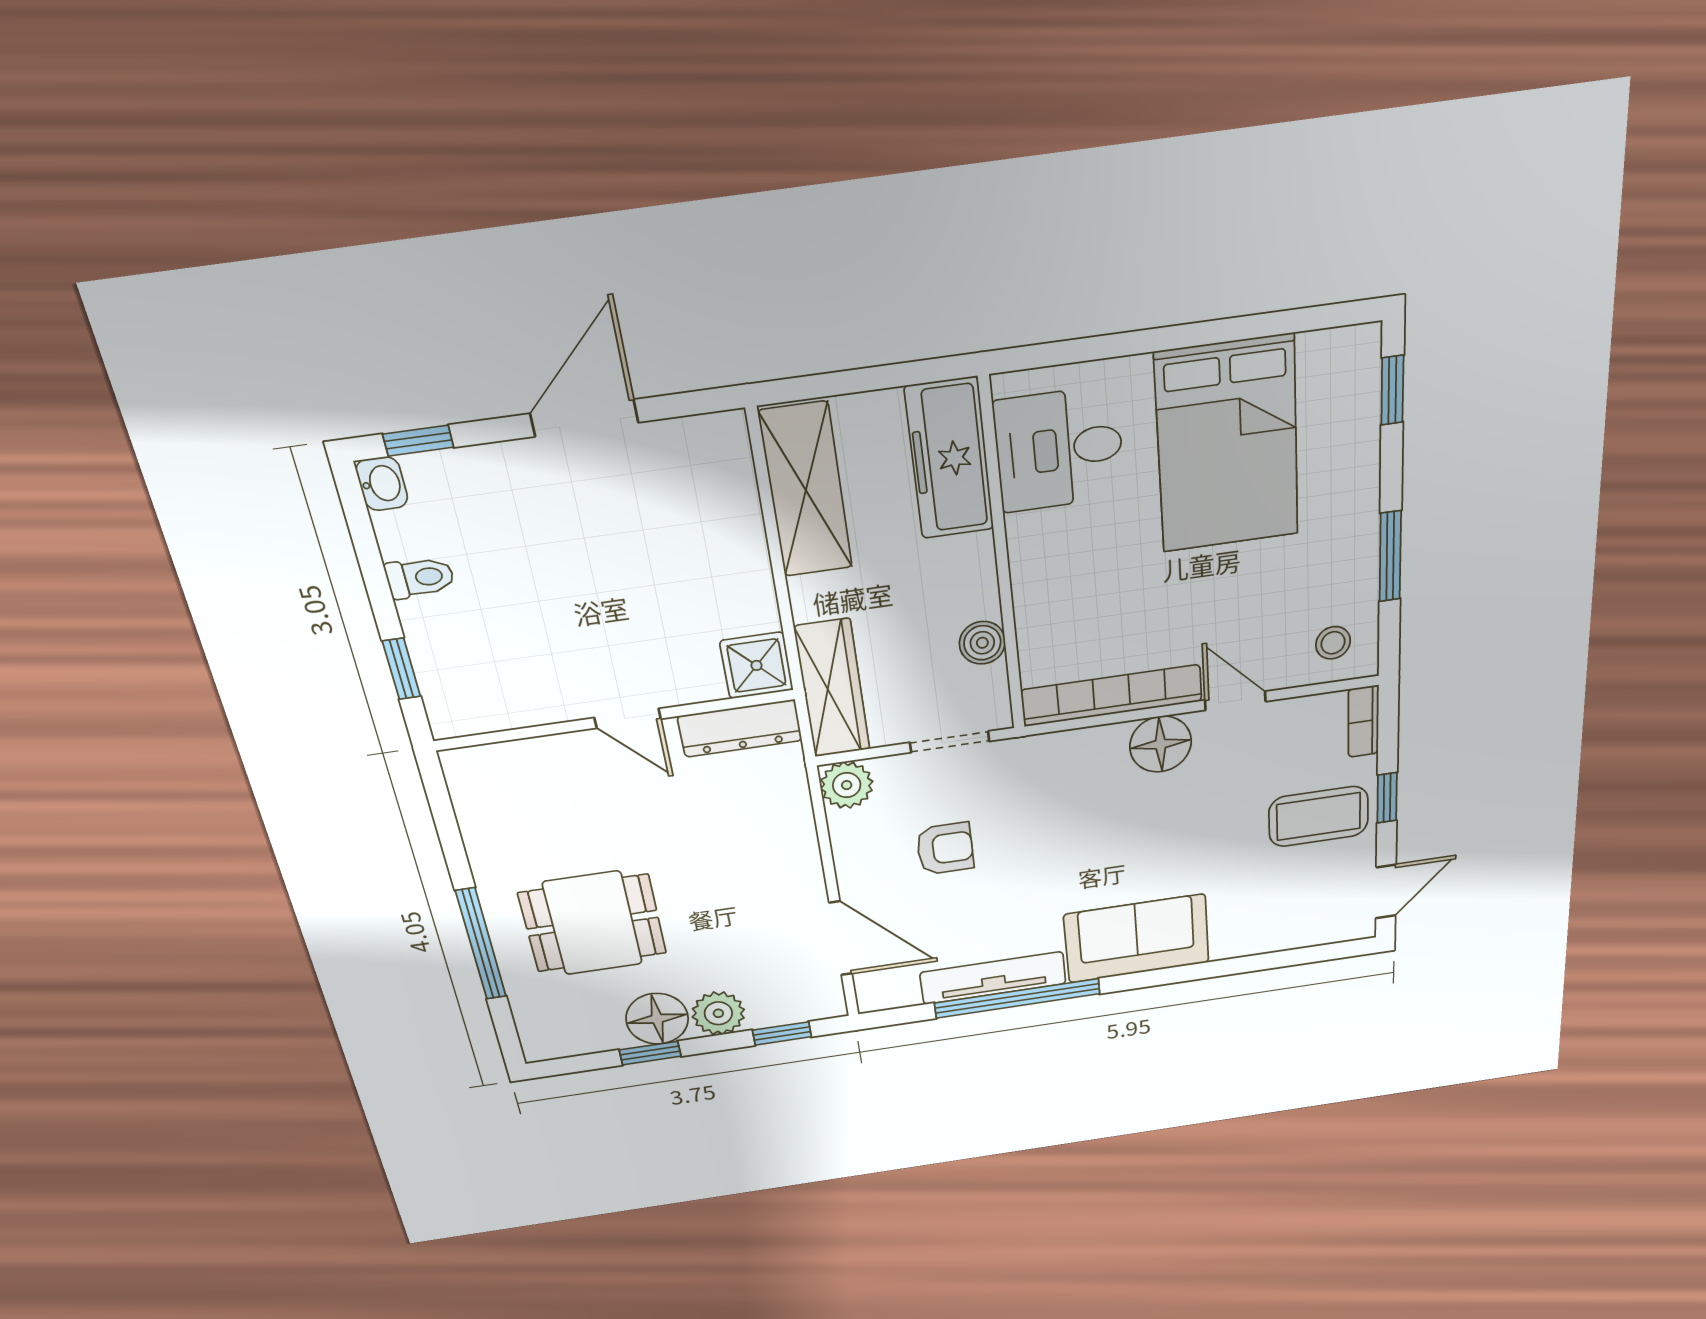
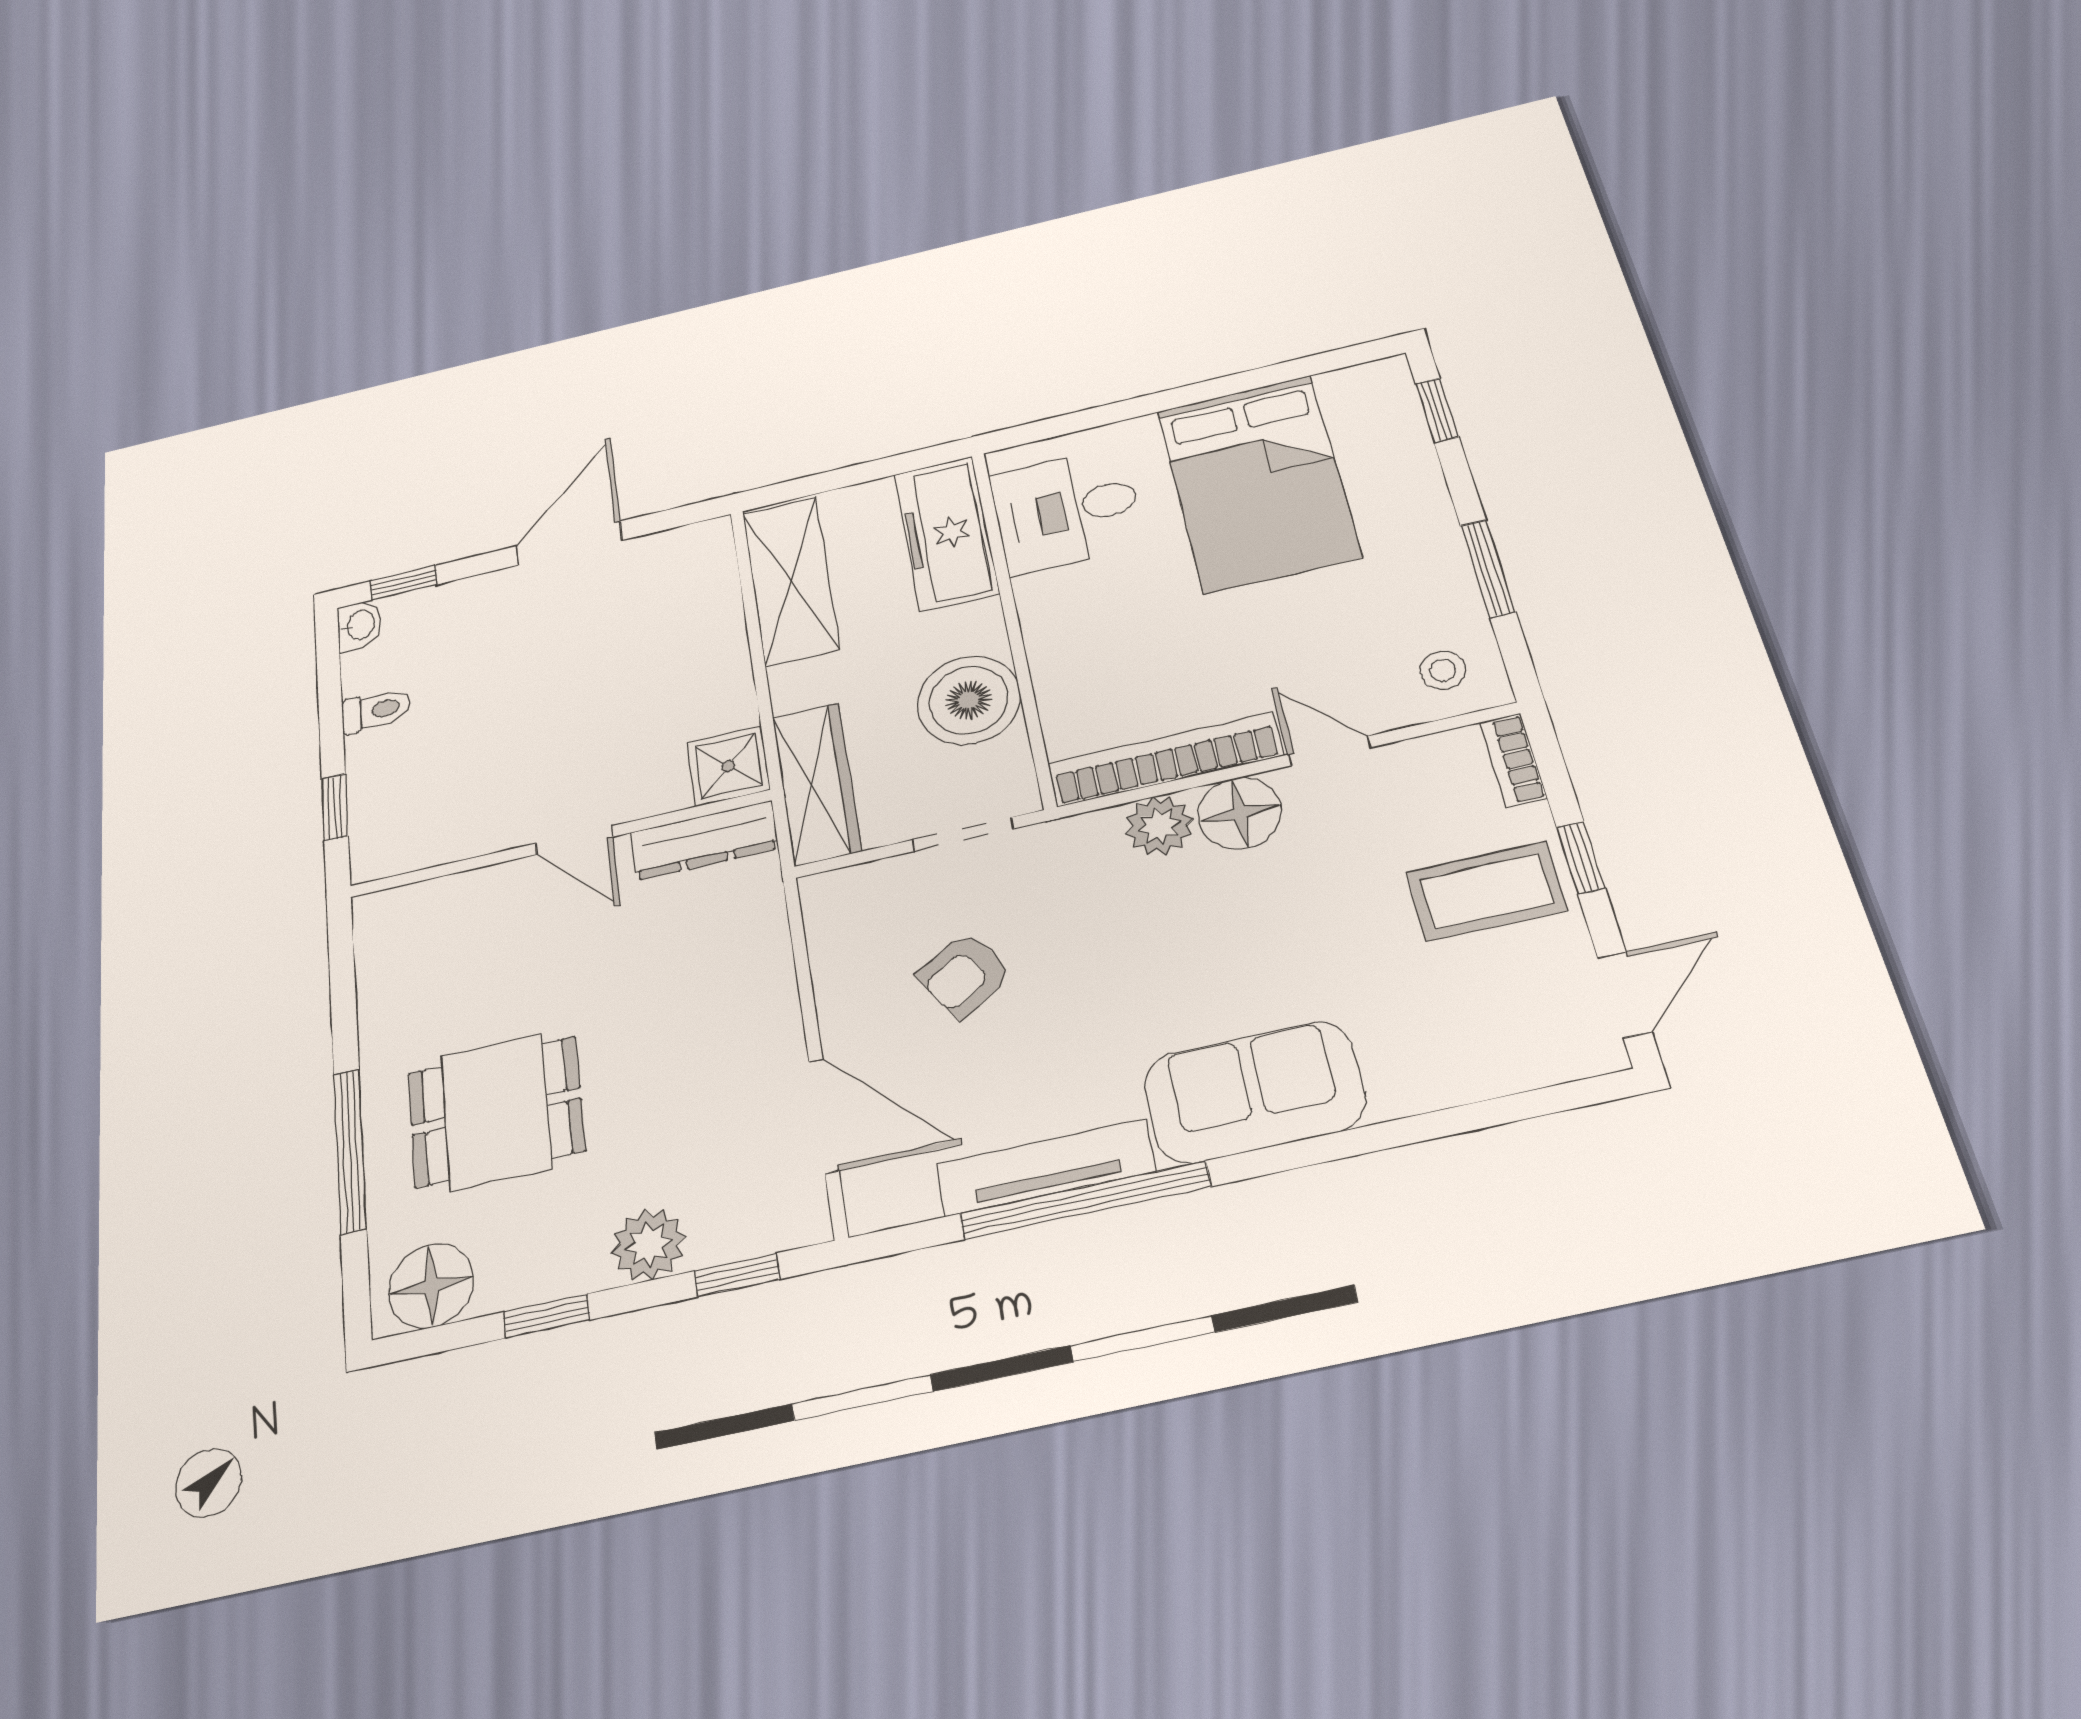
boiler: (982, 643) -> (969, 700), width x1.86, depth x1.86
plant: (847, 785) -> (1159, 826), moved
armchair: (945, 849) -> (964, 975), turned 148
floor lamp: (657, 1019) -> (431, 1286), moved

